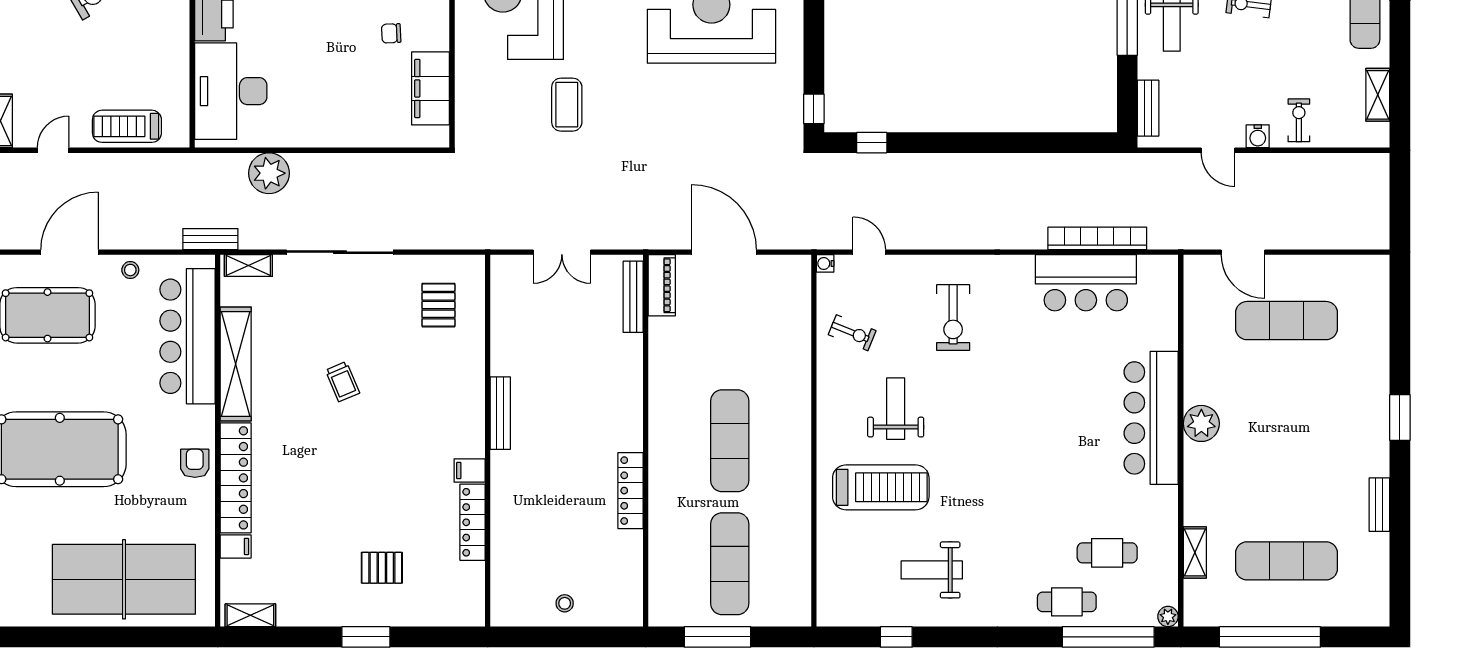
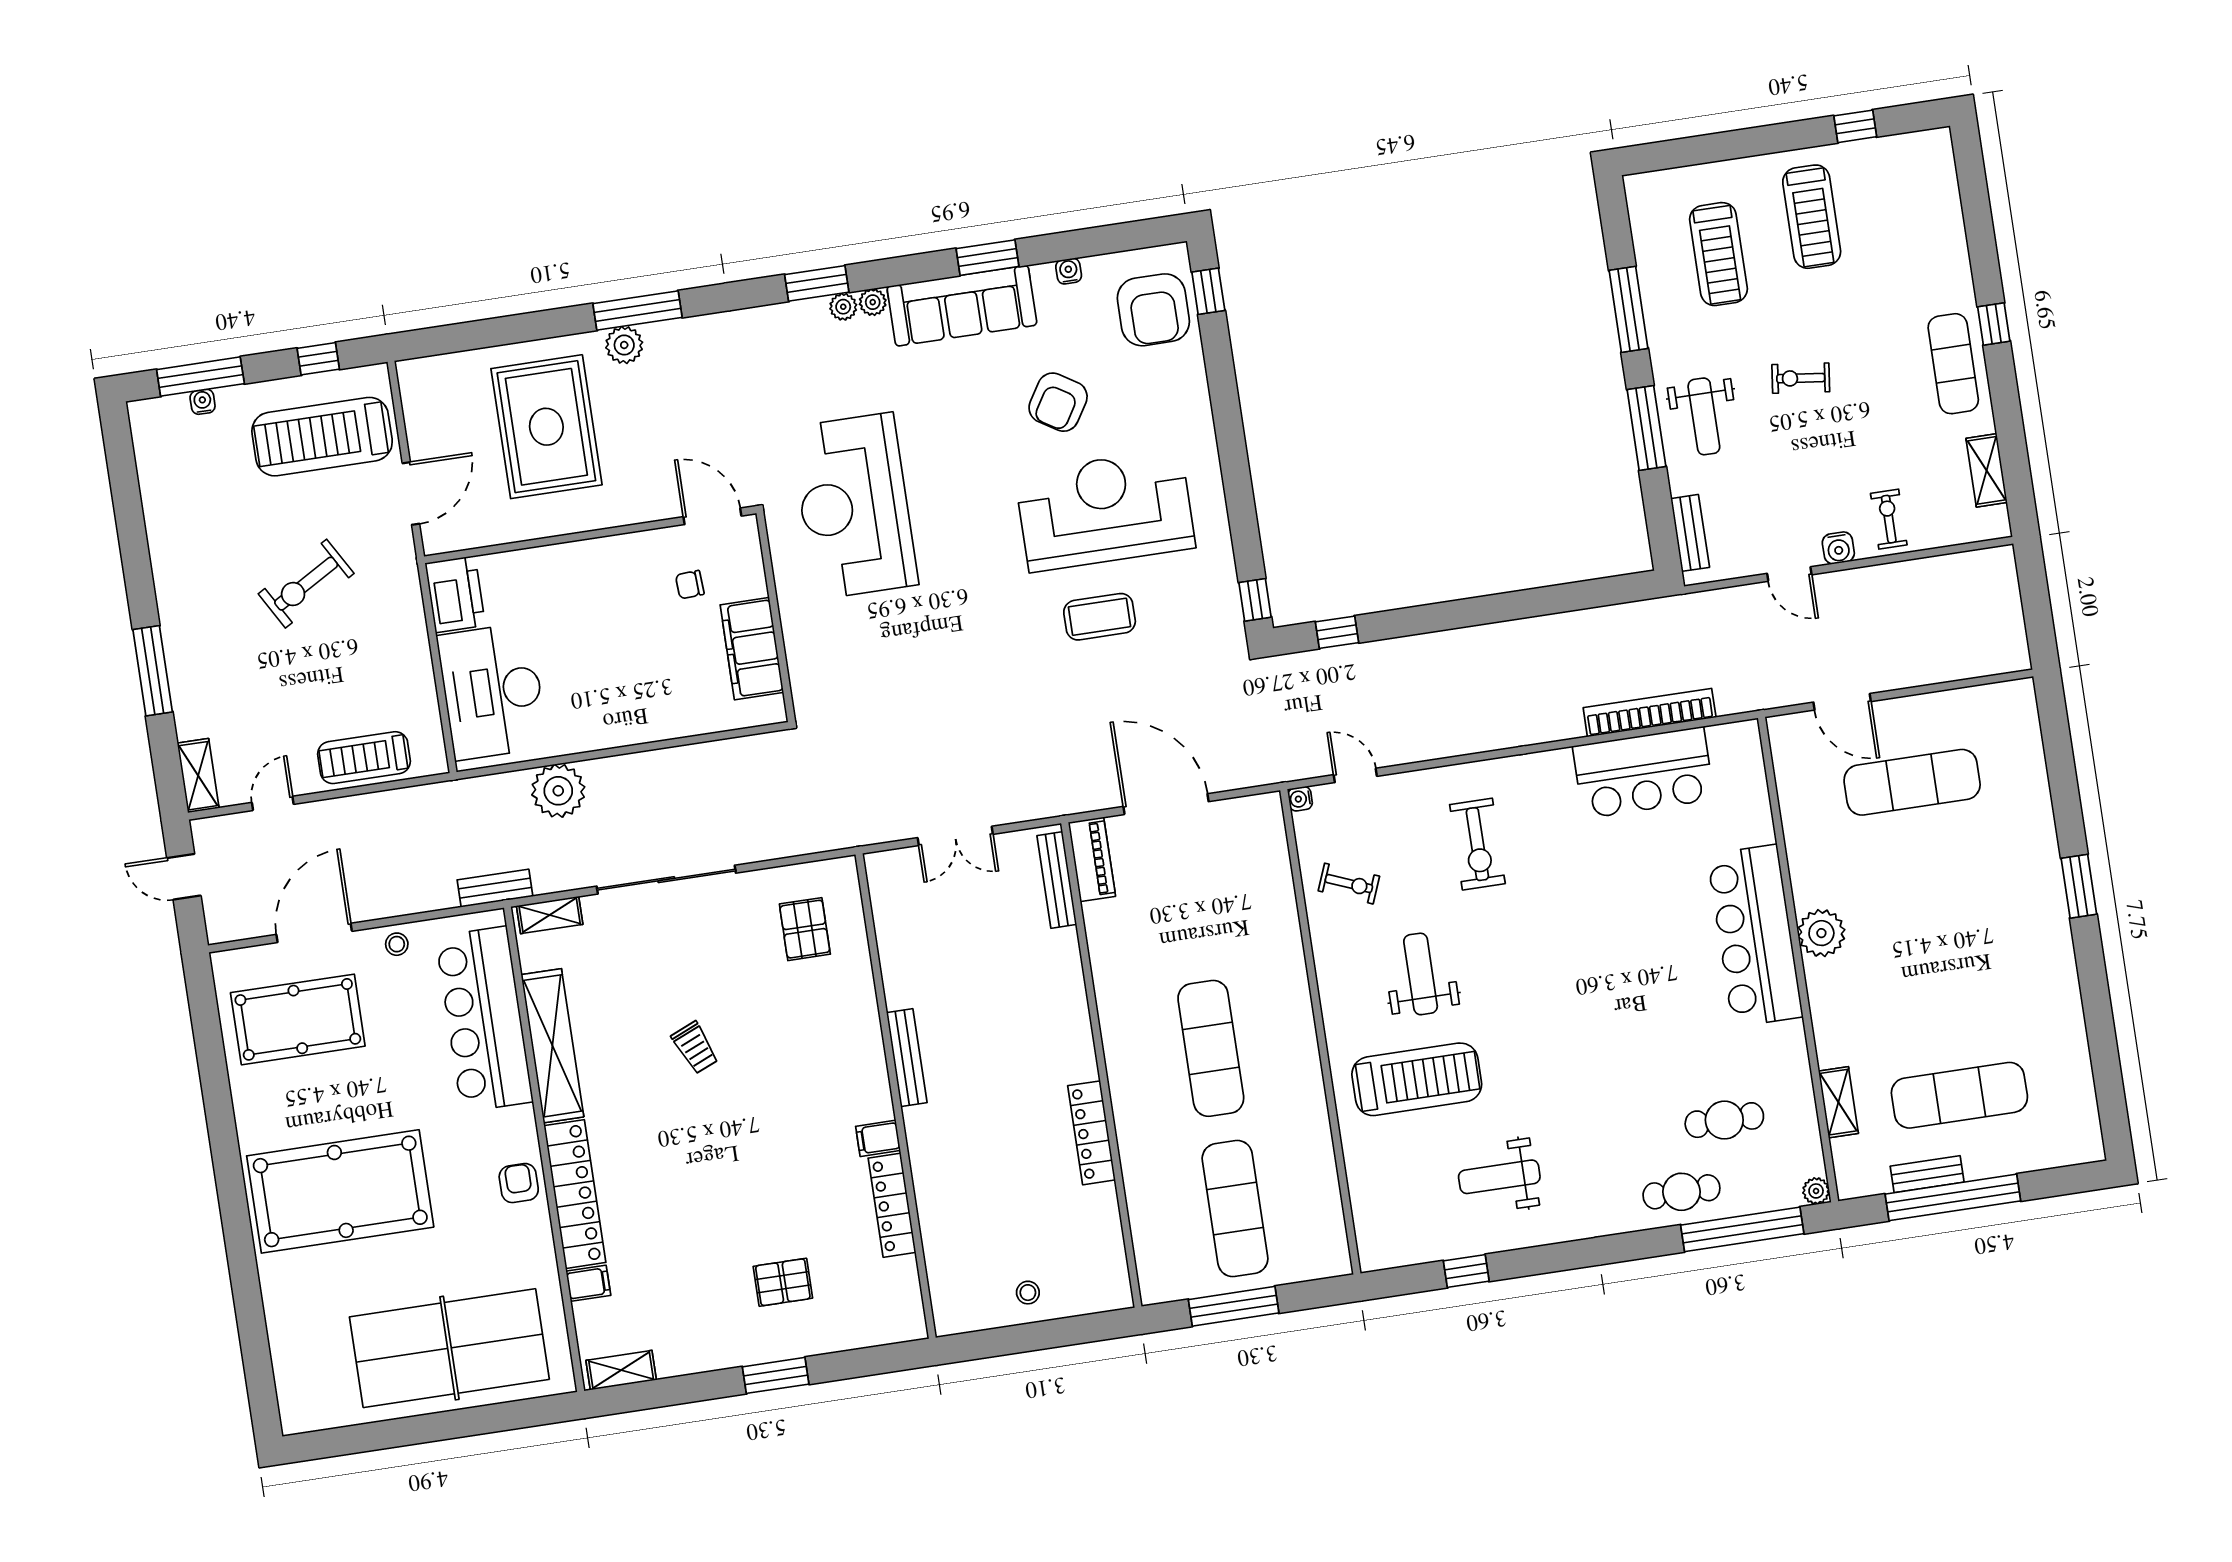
coffee table: (567, 105) -> (1100, 617), moved, turned 90
bench: (1379, 505) -> (1927, 1174), moved, turned 90

